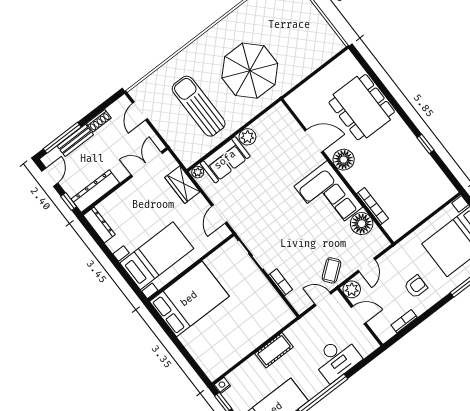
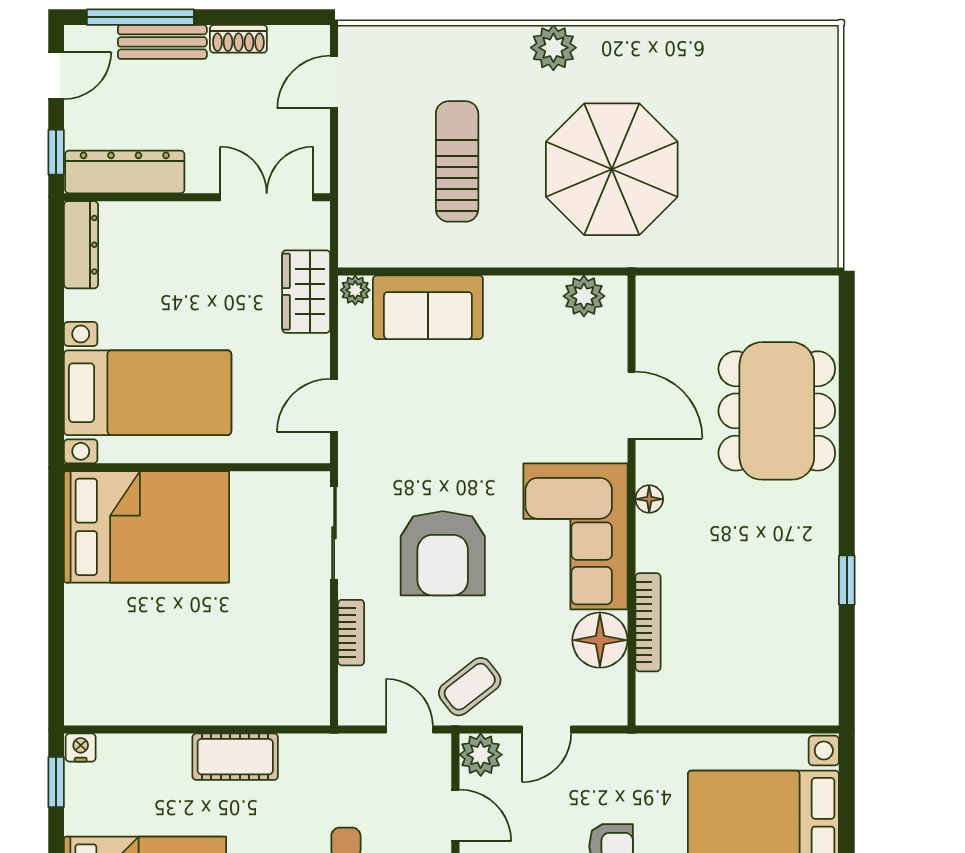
plant: (201, 46) -> (553, 48), added
sun lounger: (199, 106) -> (457, 161), width x0.73, depth x0.75
plant: (247, 137) -> (584, 296), moved
floor lamp: (344, 160) -> (649, 499), width x0.53, depth x0.53
armchair: (290, 235) -> (443, 553), added

